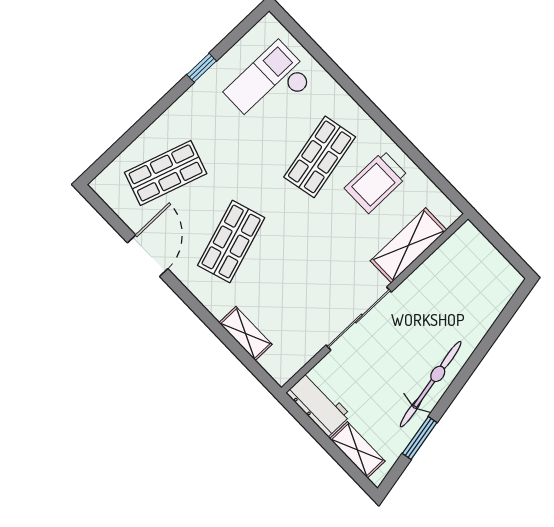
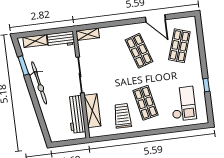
workbench: (437, 270) -> (77, 114), added
shelving: (246, 333) -> (88, 34), moved

